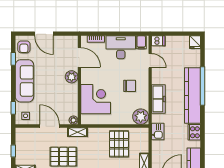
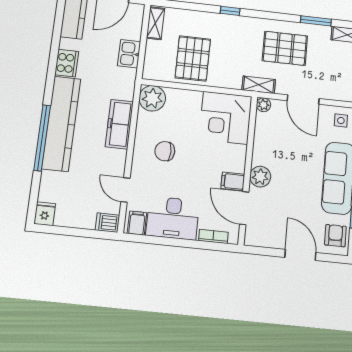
filing cabinet: (88, 72) -> (233, 181), added
corner desk: (96, 99) -> (225, 118), moved
kitchen sink: (158, 132) -> (129, 54), moved

